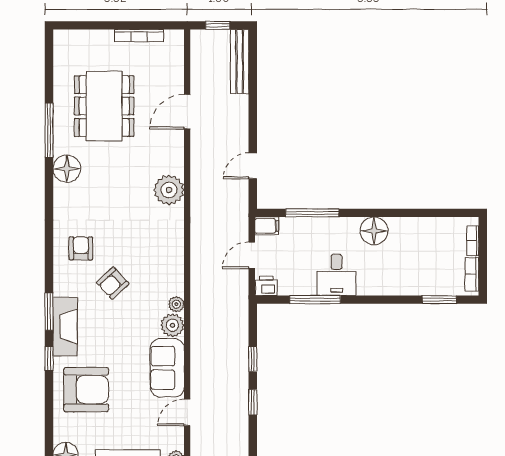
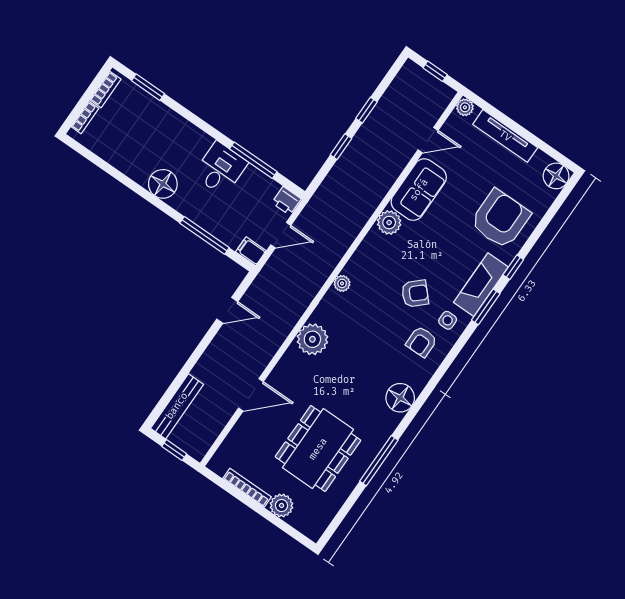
plant: (102, 41) -> (282, 505), added
floor lamp: (67, 169) -> (400, 398), moved
side table: (72, 280) -> (448, 320), added
plant: (176, 304) -> (342, 283), moved
armchair: (86, 390) -> (500, 219), turned 90

